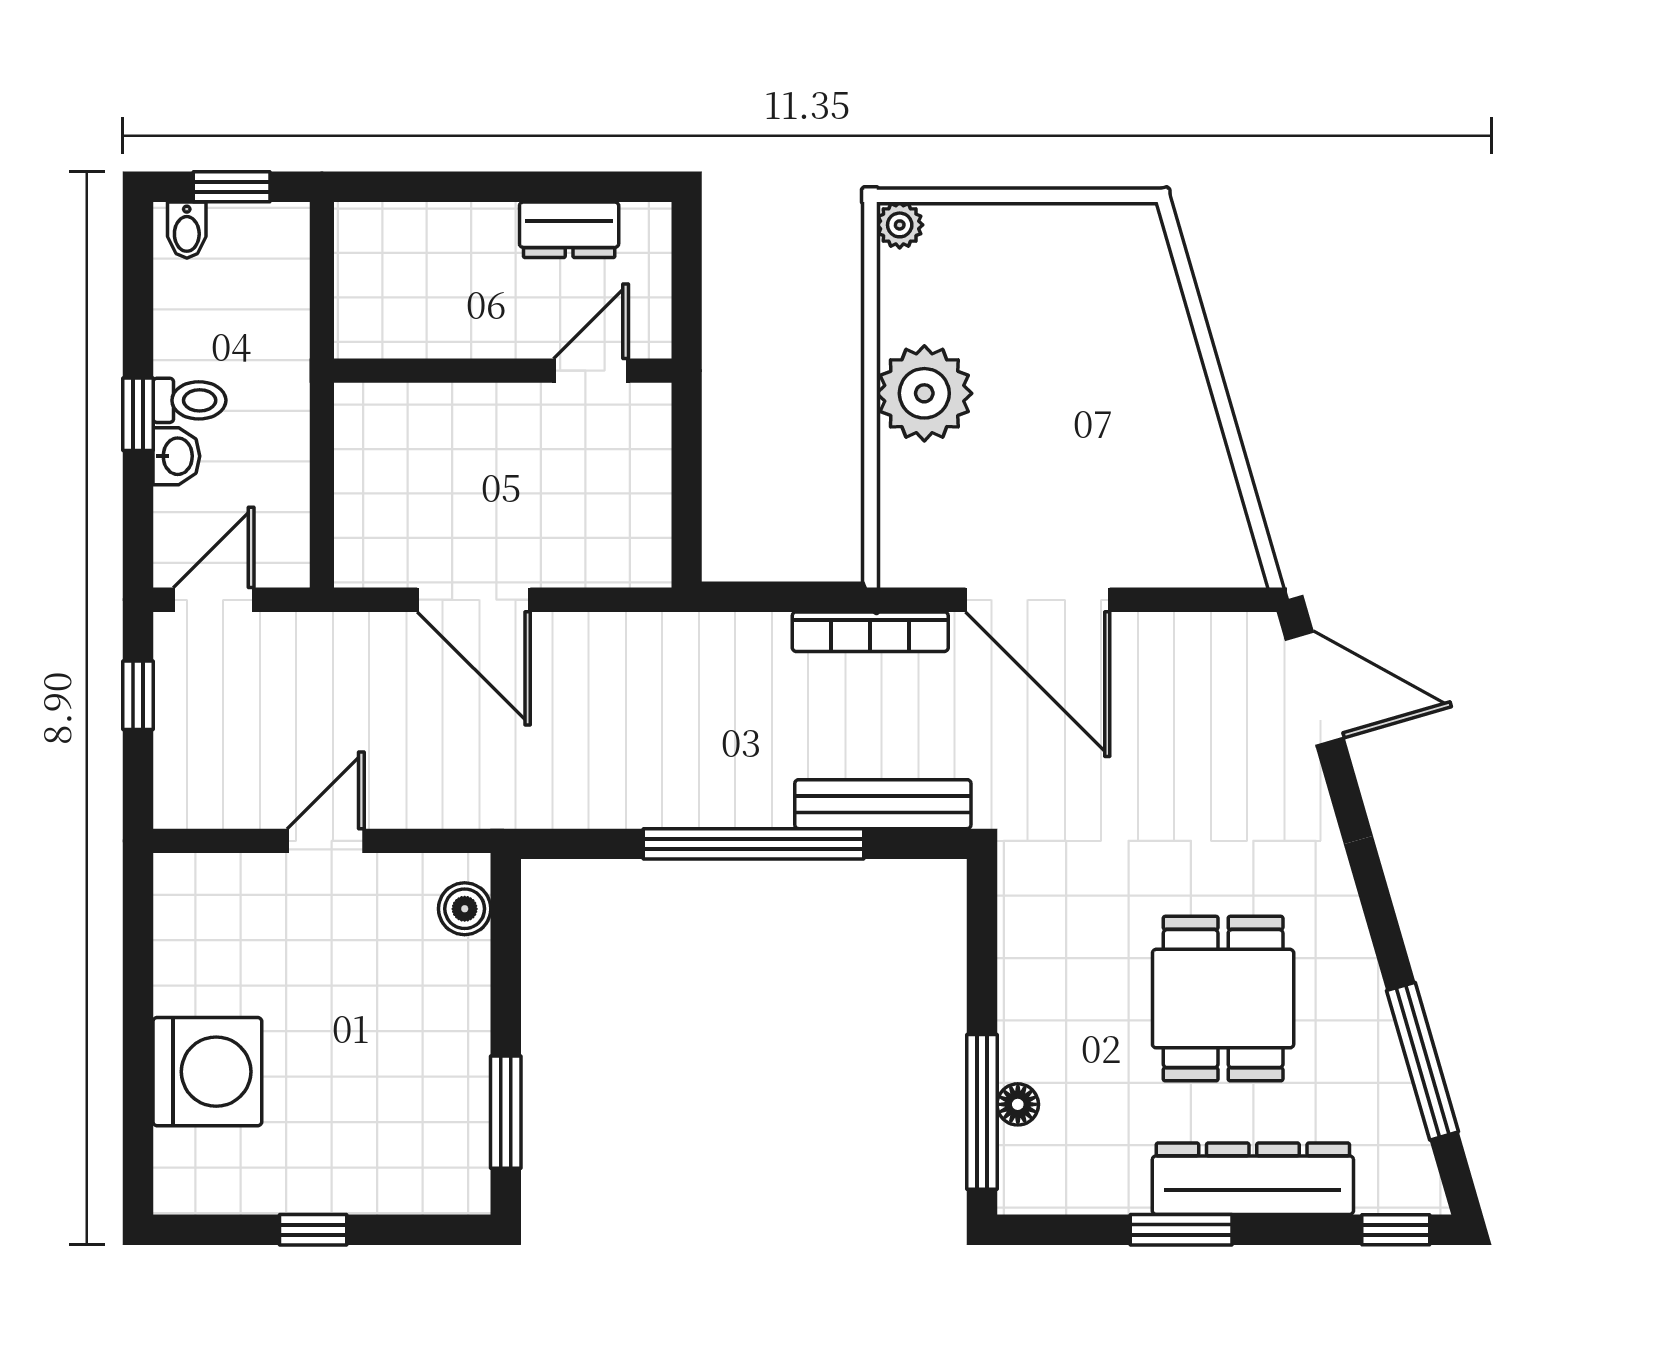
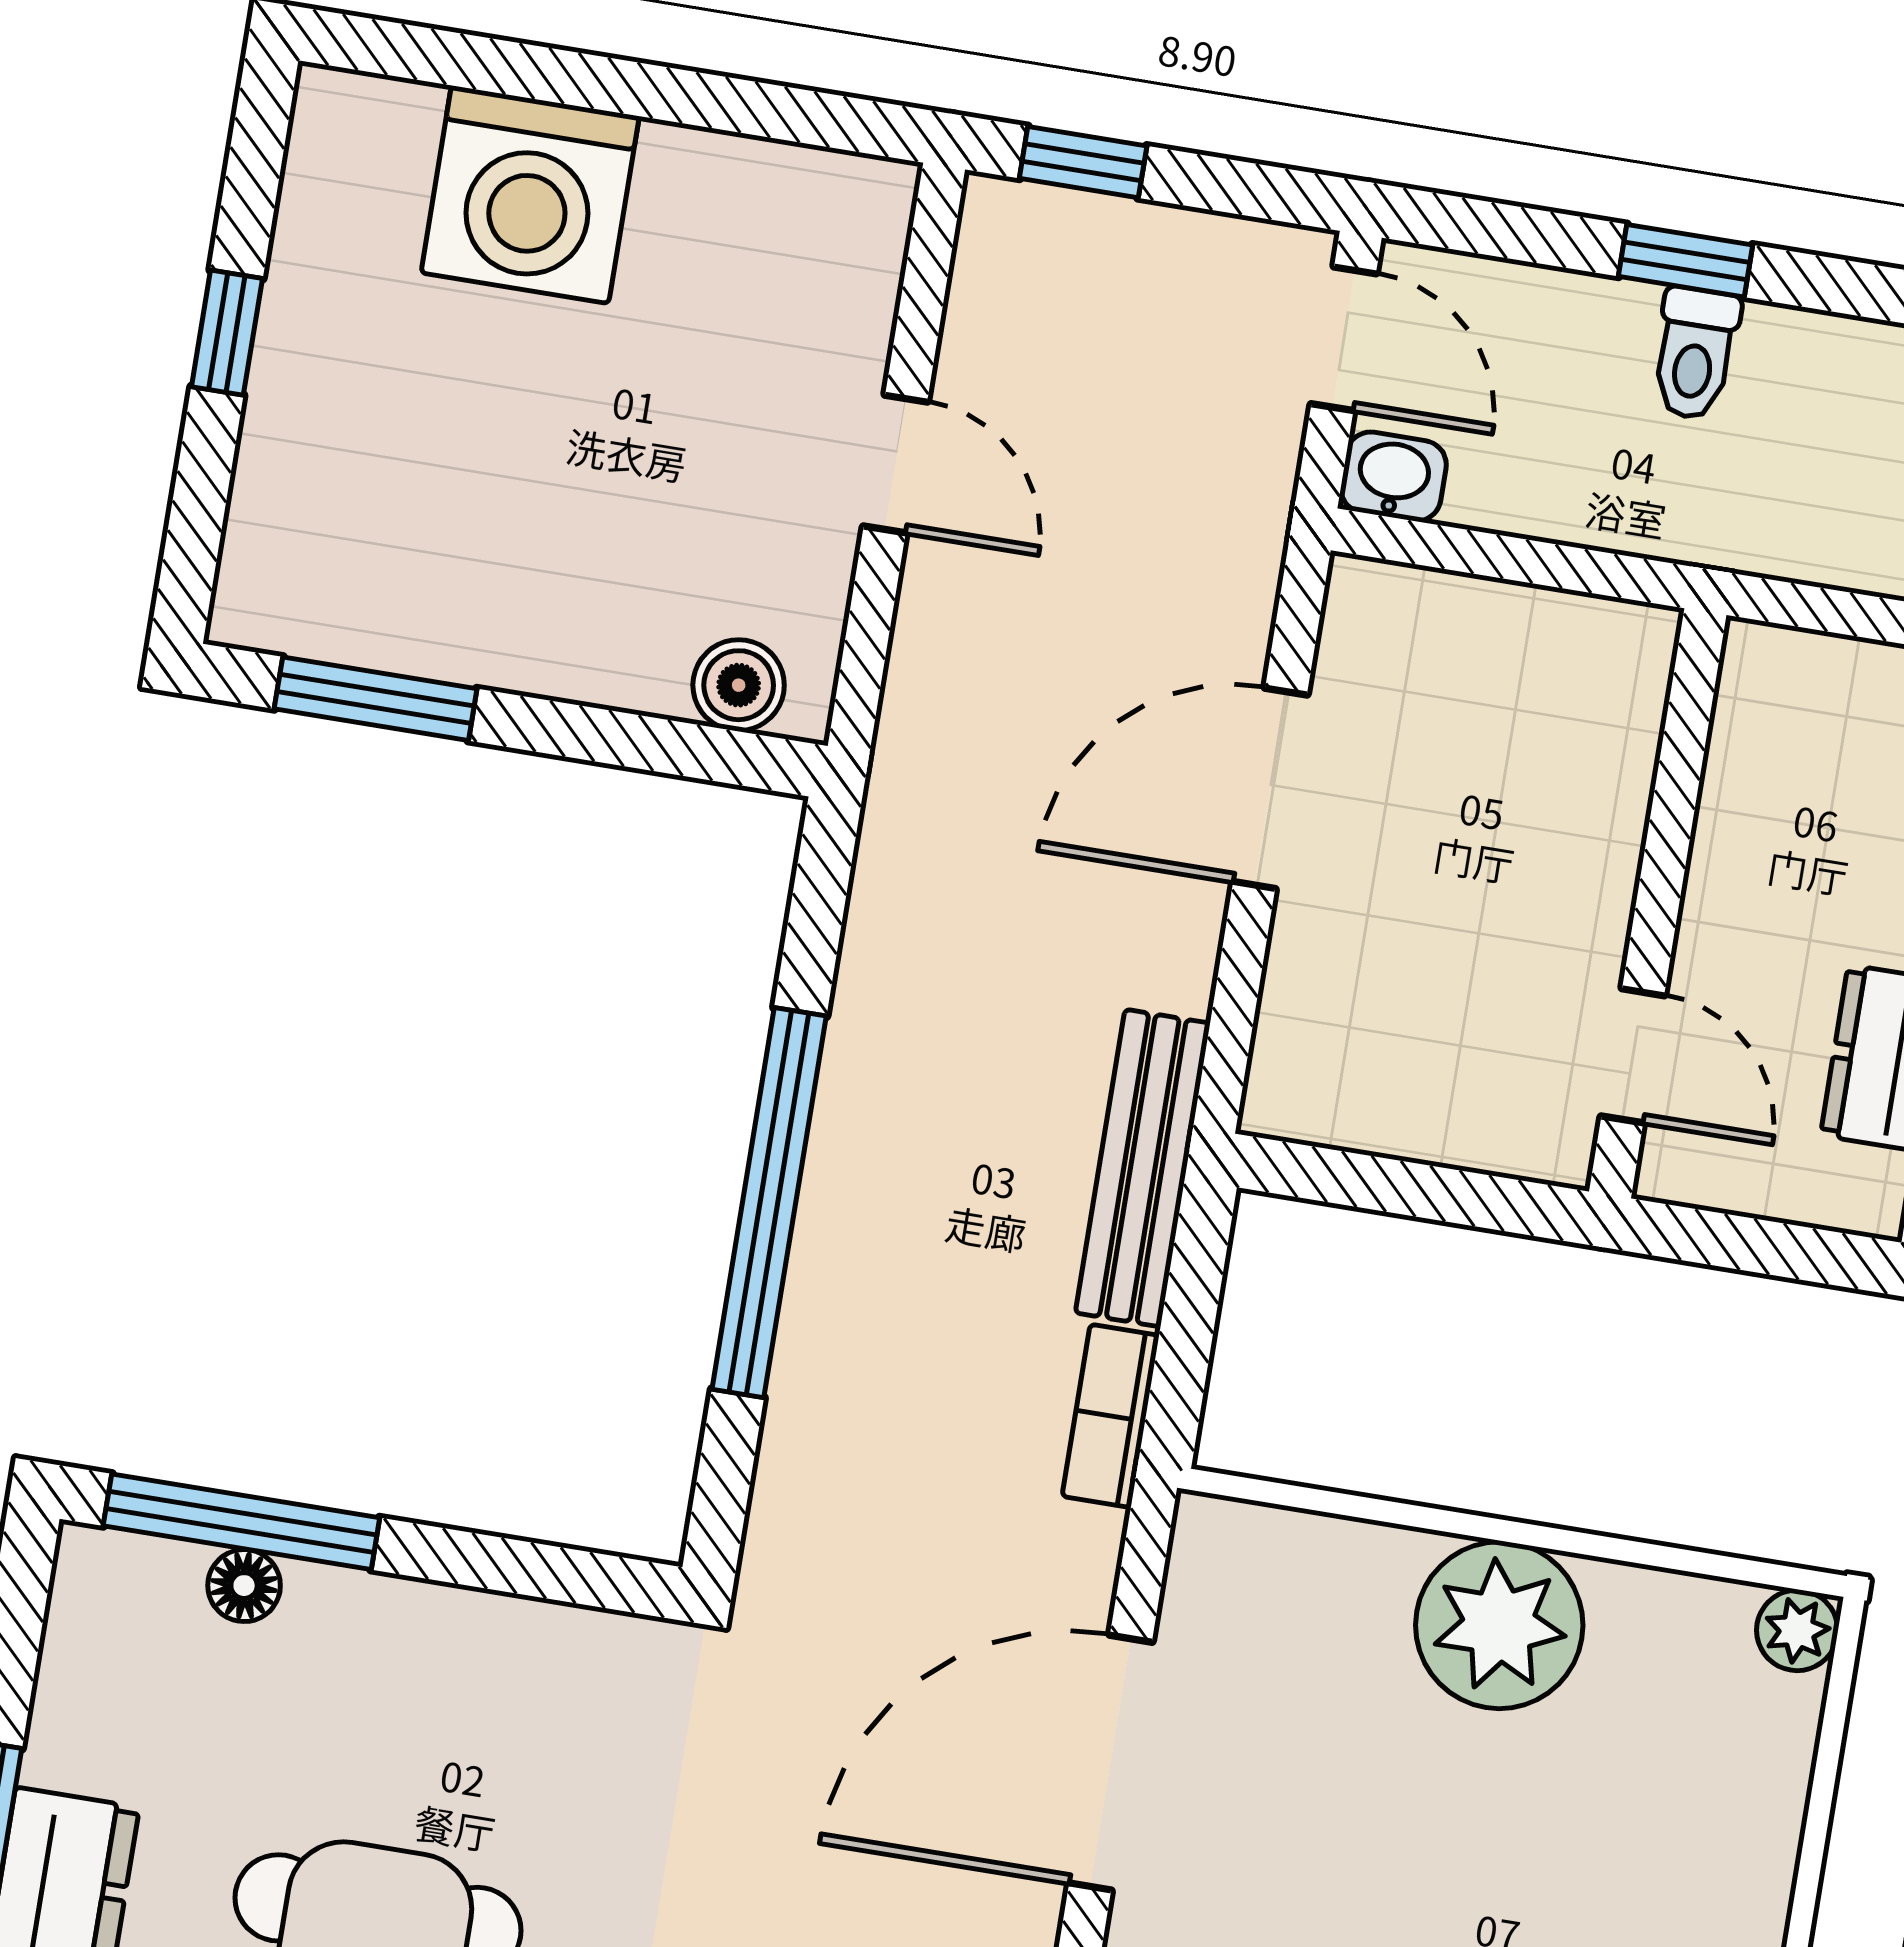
washbasin: (176, 456) -> (1394, 477), moved, turned 180
bookcase: (870, 632) -> (1111, 1416), width x0.64
window: (138, 695) -> (1083, 162), moved
bench: (883, 804) -> (1143, 1168), moved

